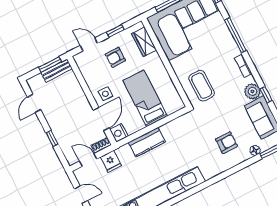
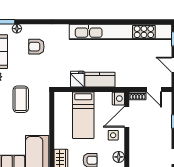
floor lamp: (89, 75) -> (119, 157), added
coffee table: (202, 86) -> (21, 99), moved
fridge: (111, 161) -> (77, 79), moved

